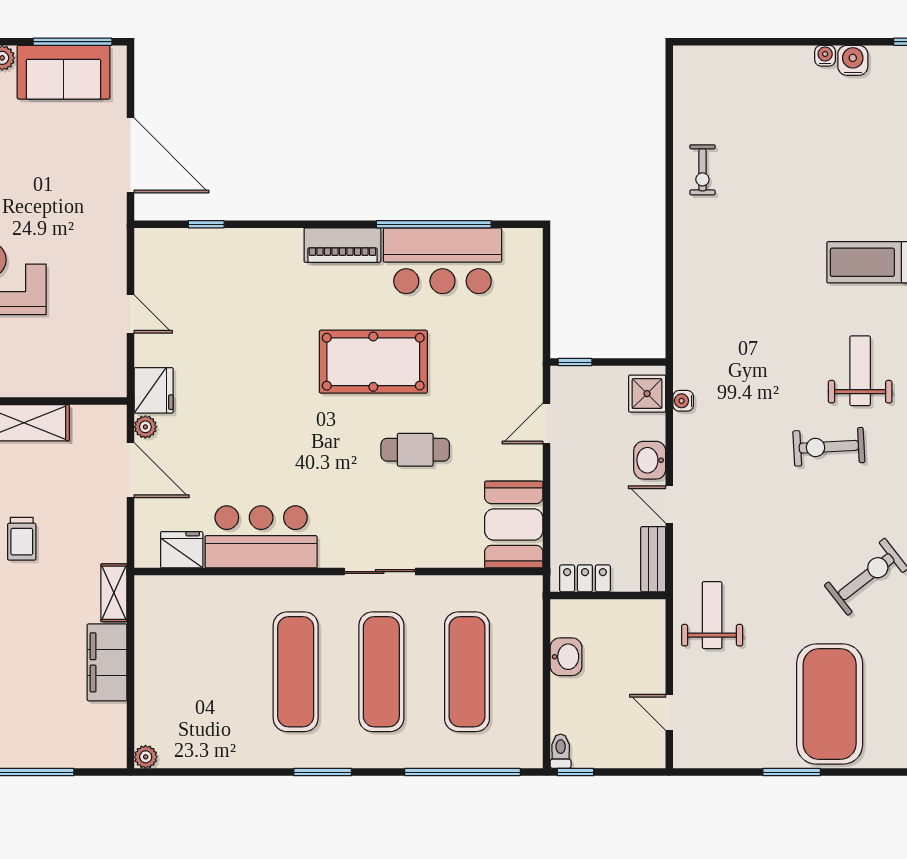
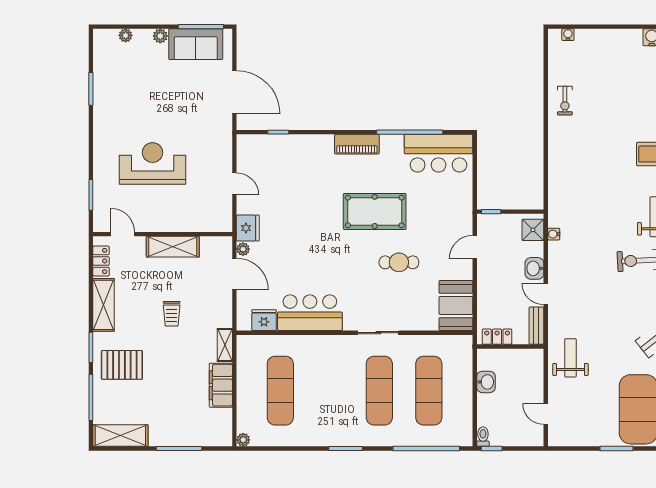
water cooler: (825, 56) -> (568, 35), moved
bar counter: (442, 261) -> (439, 153), moved
exercise mat: (296, 672) -> (280, 391), moved

